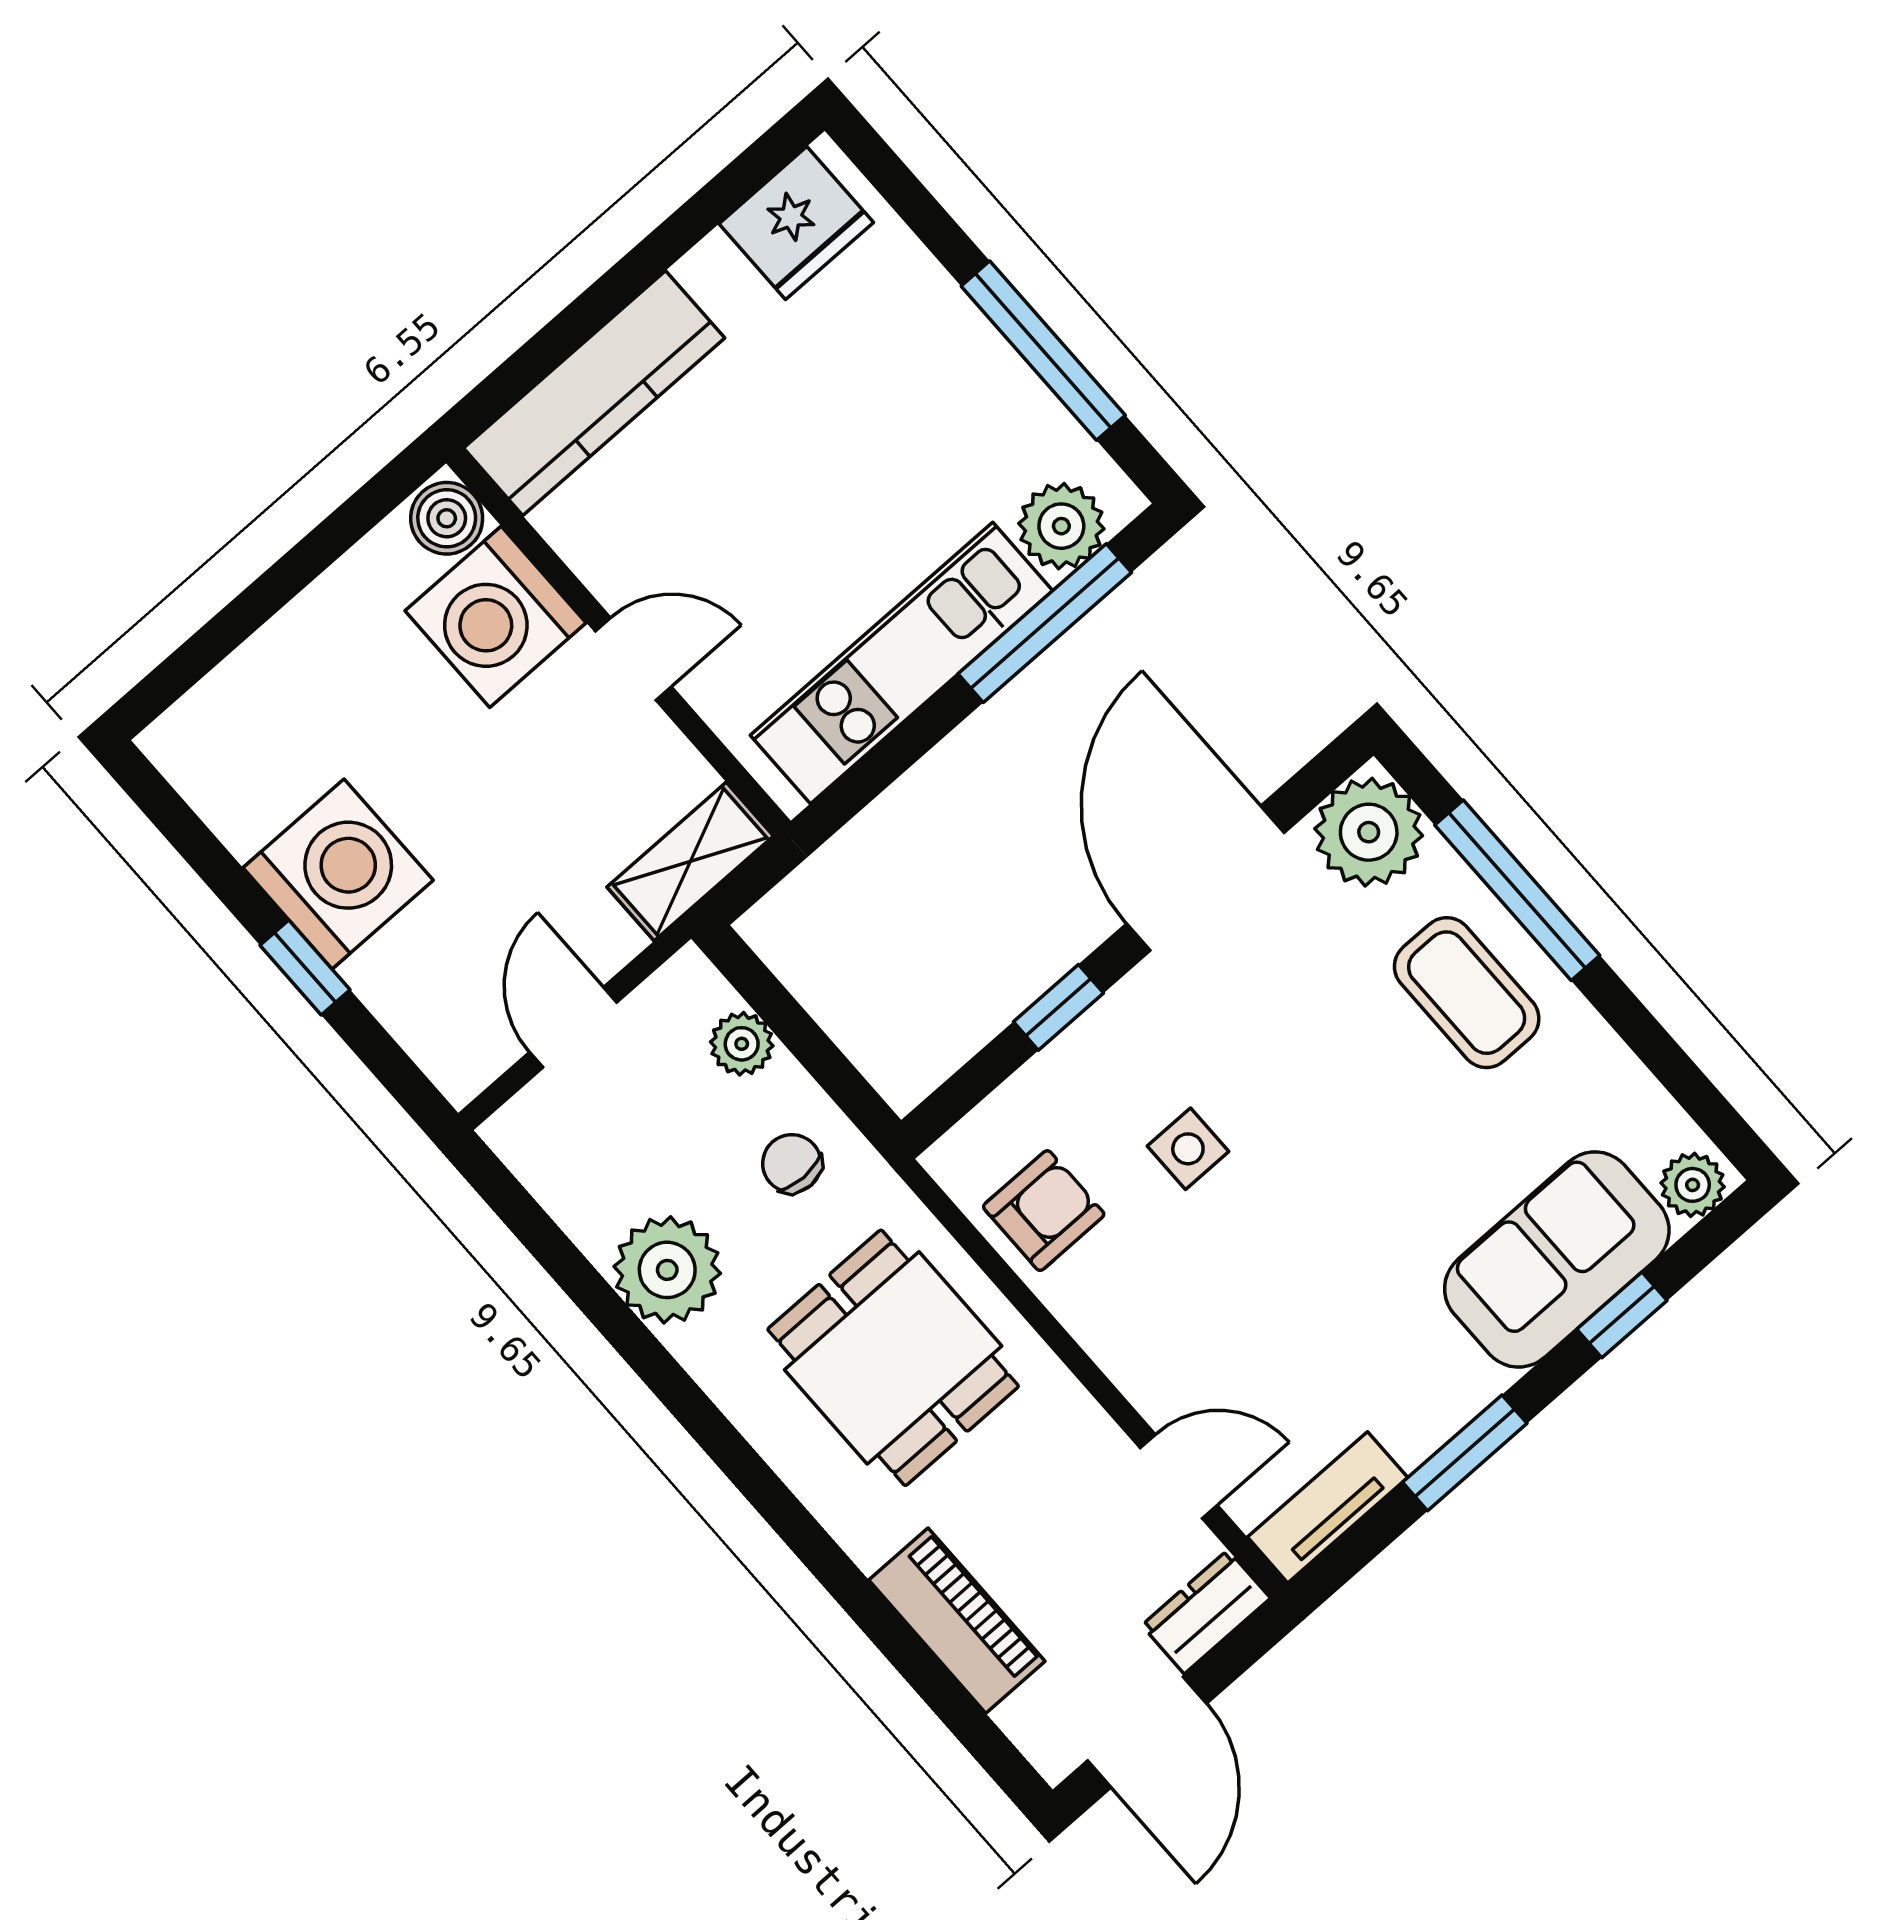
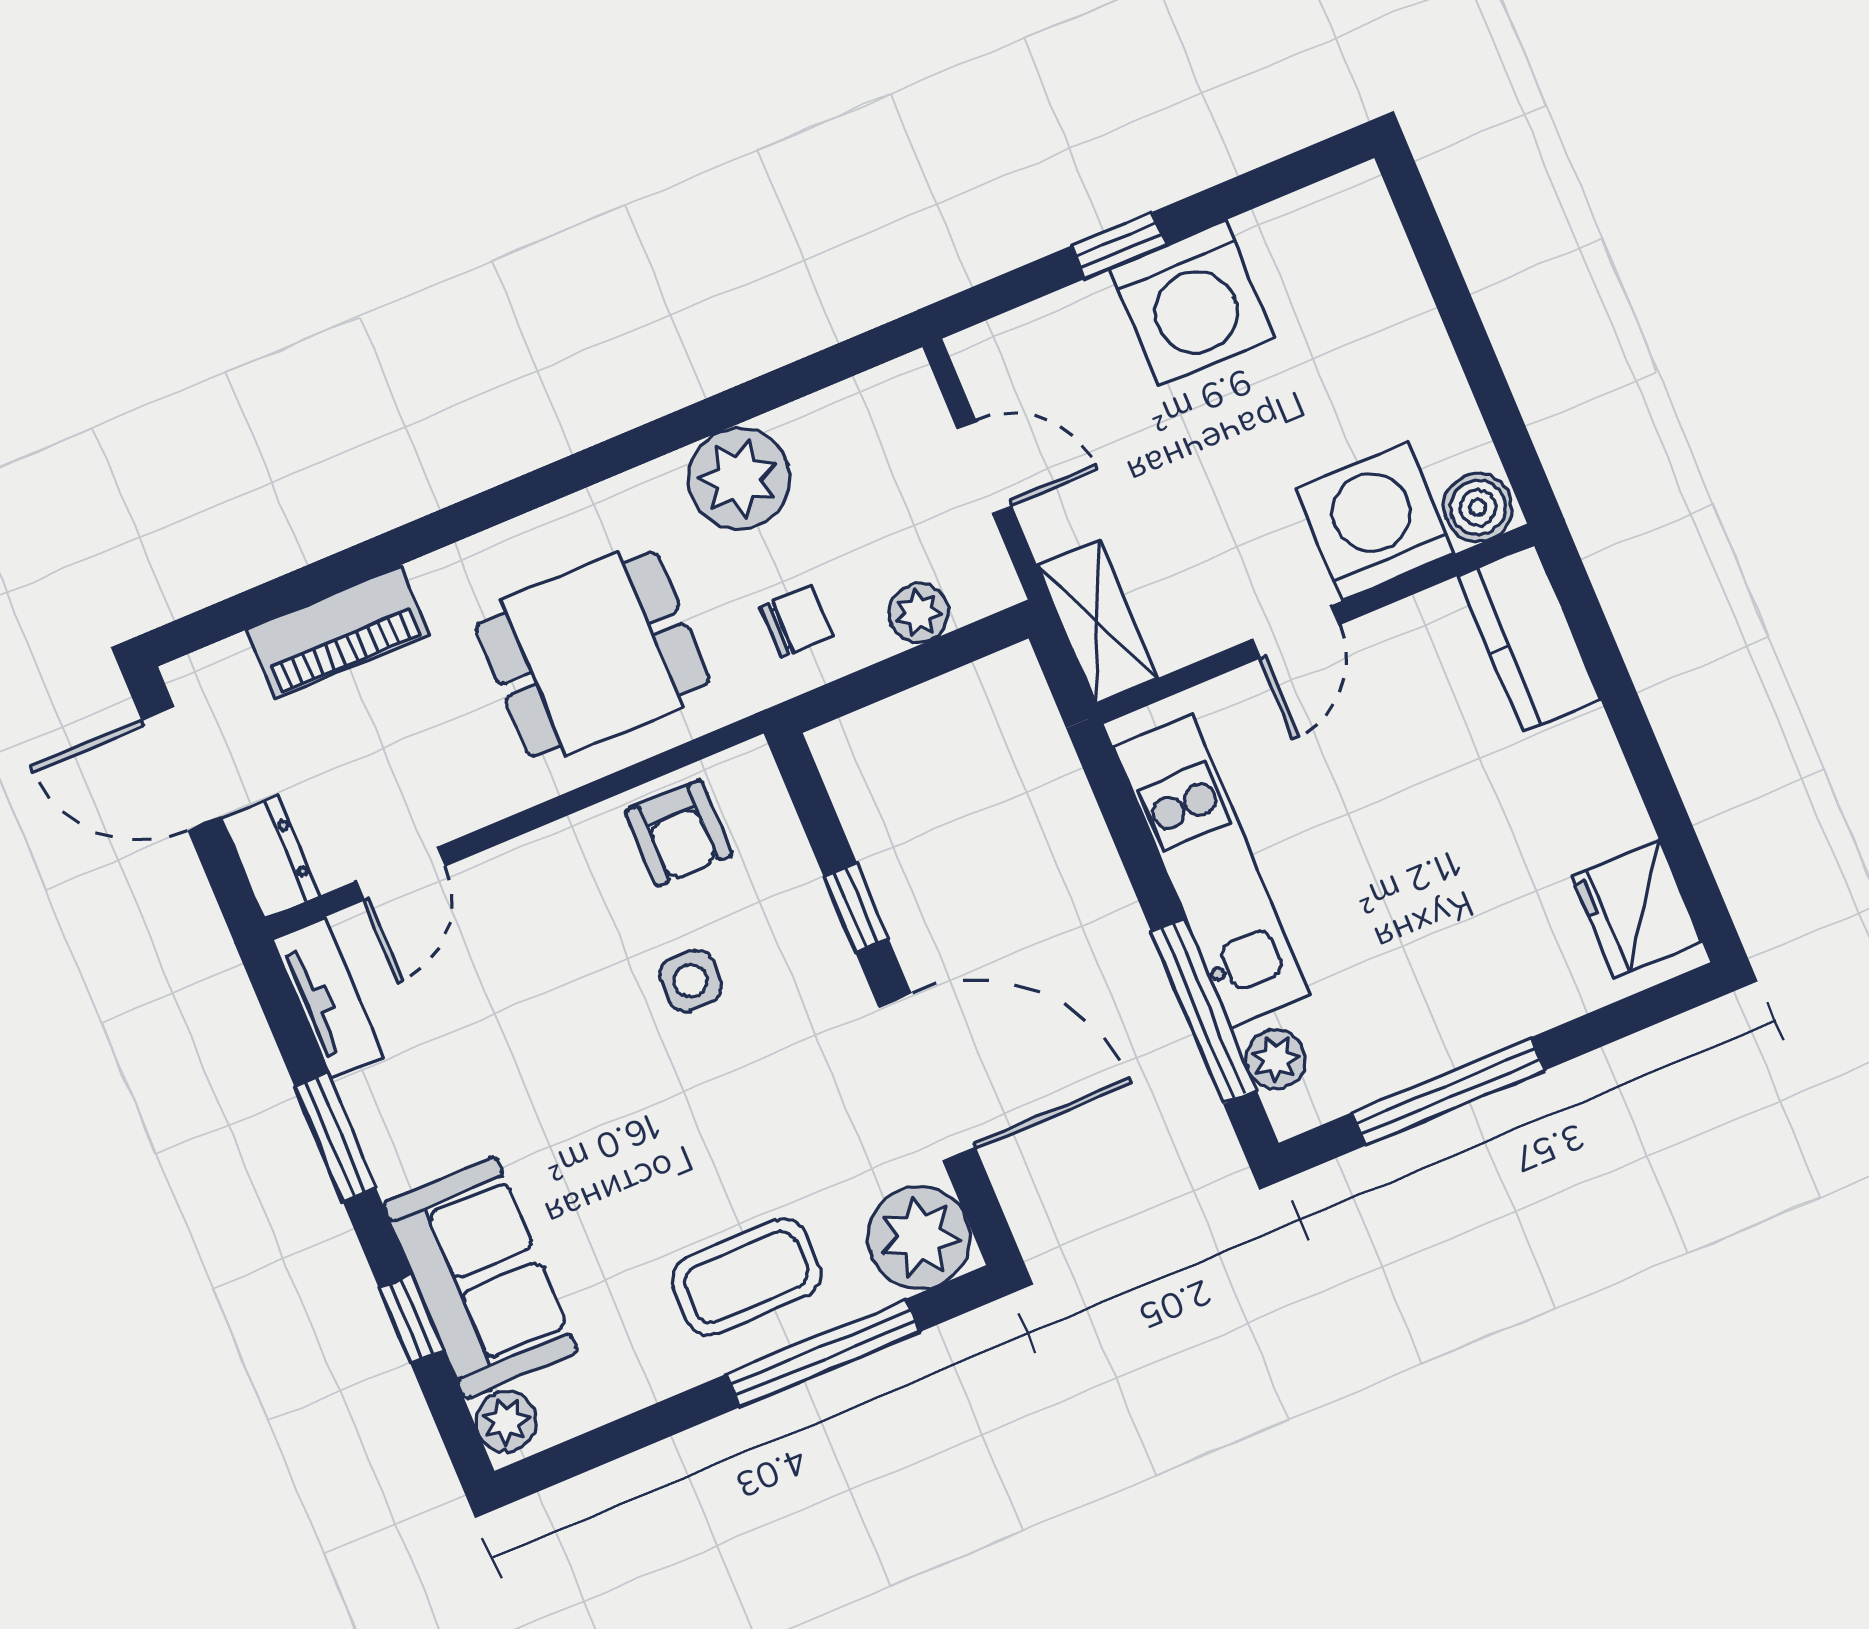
kitchen counter: (594, 393) -> (1529, 638), width x0.67
plant: (1061, 526) -> (1276, 1059), width x0.73, depth x0.73

